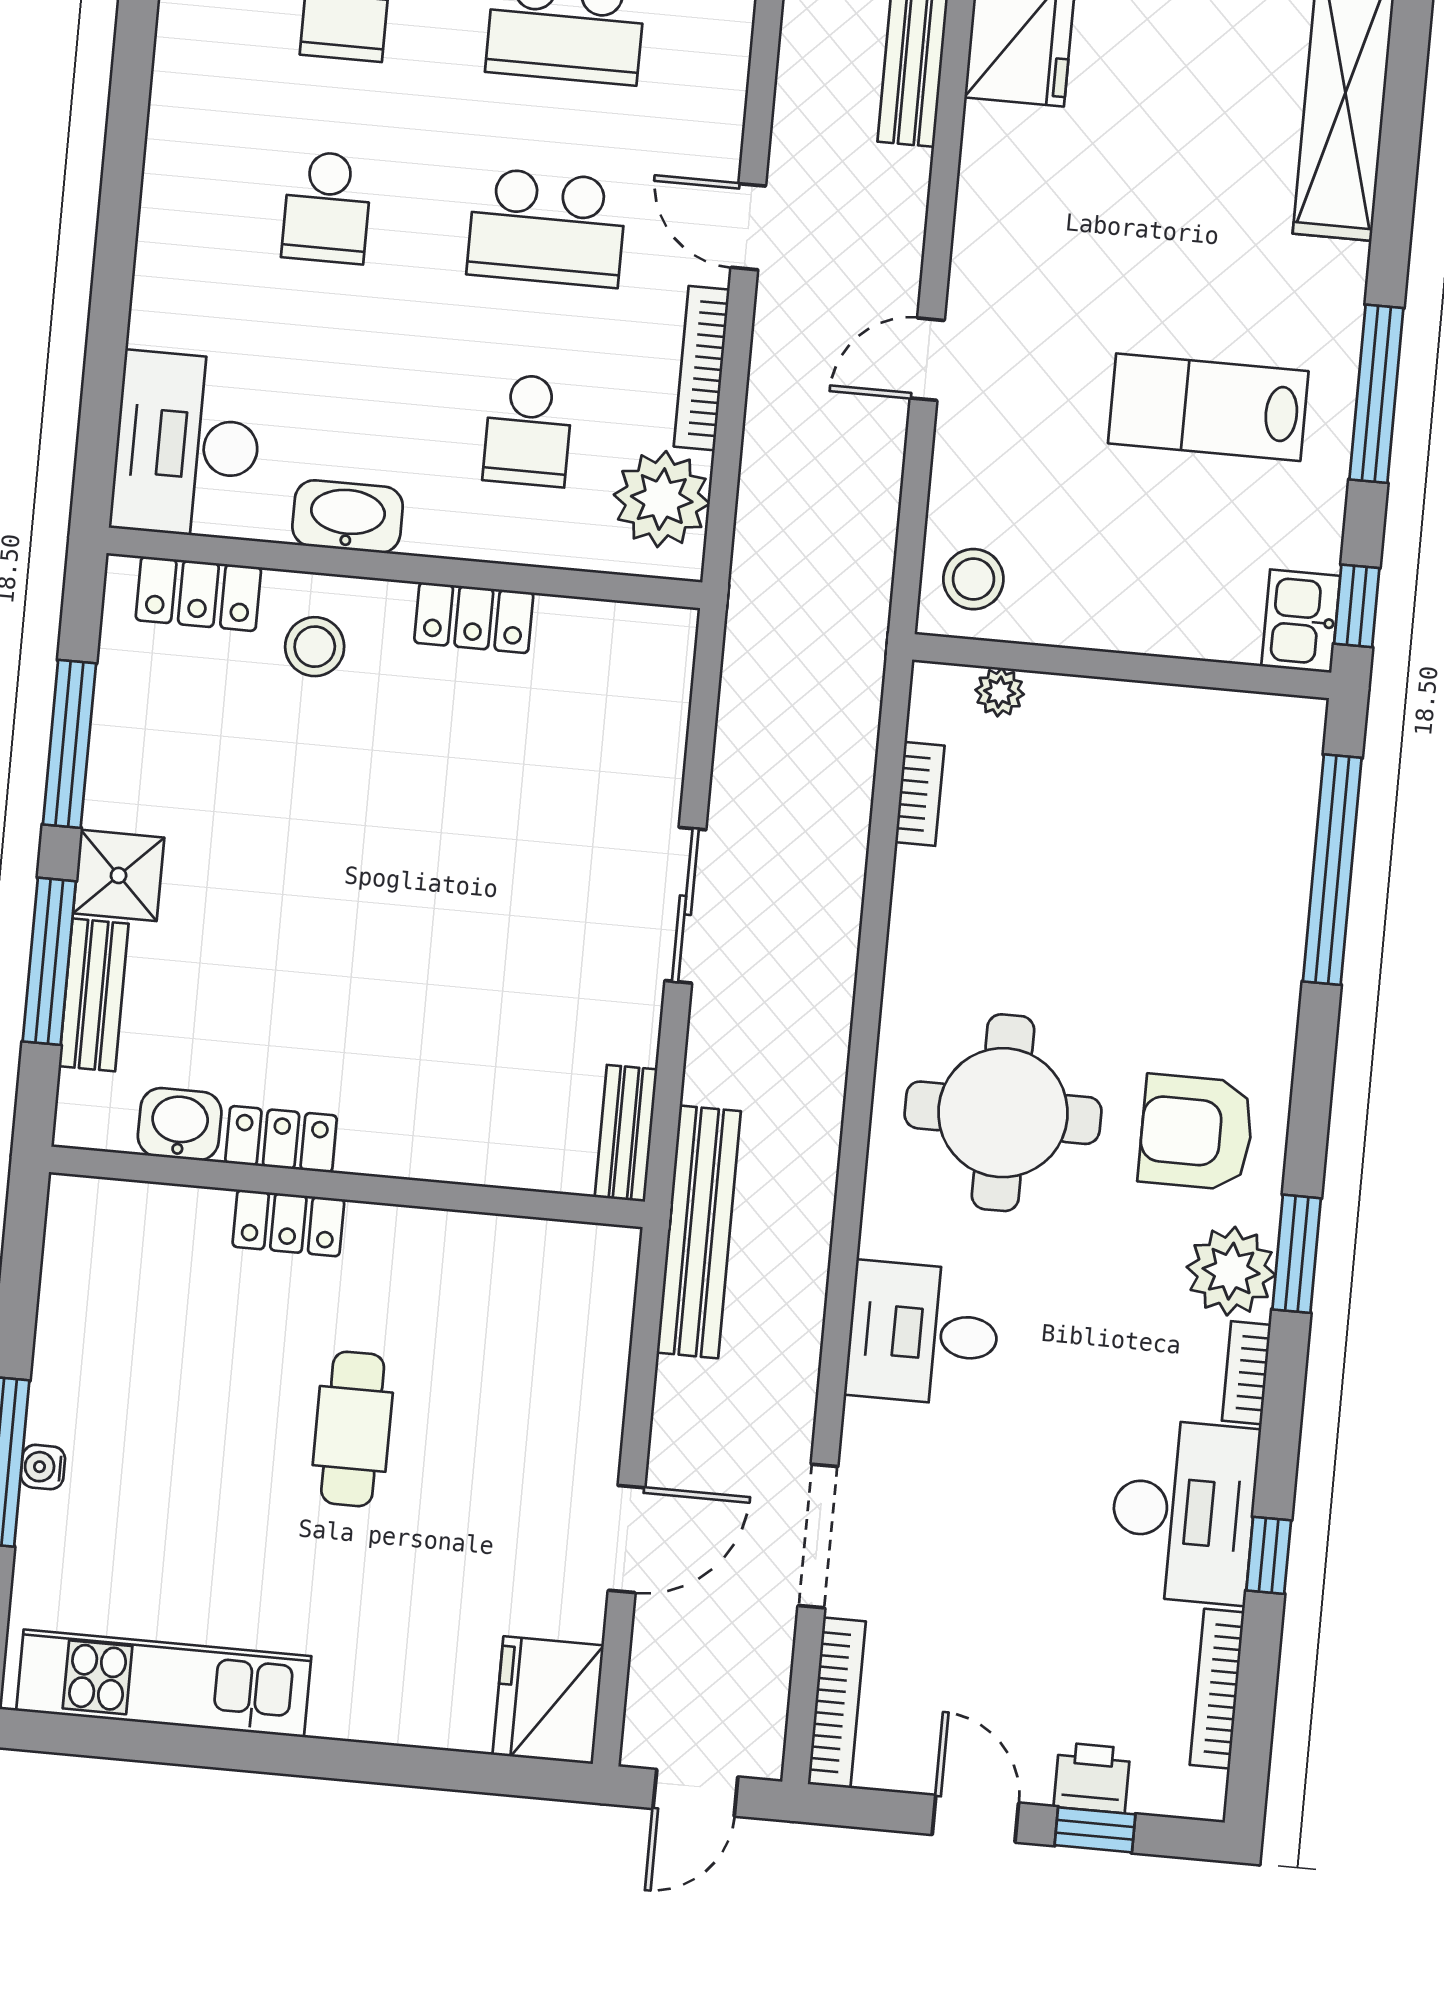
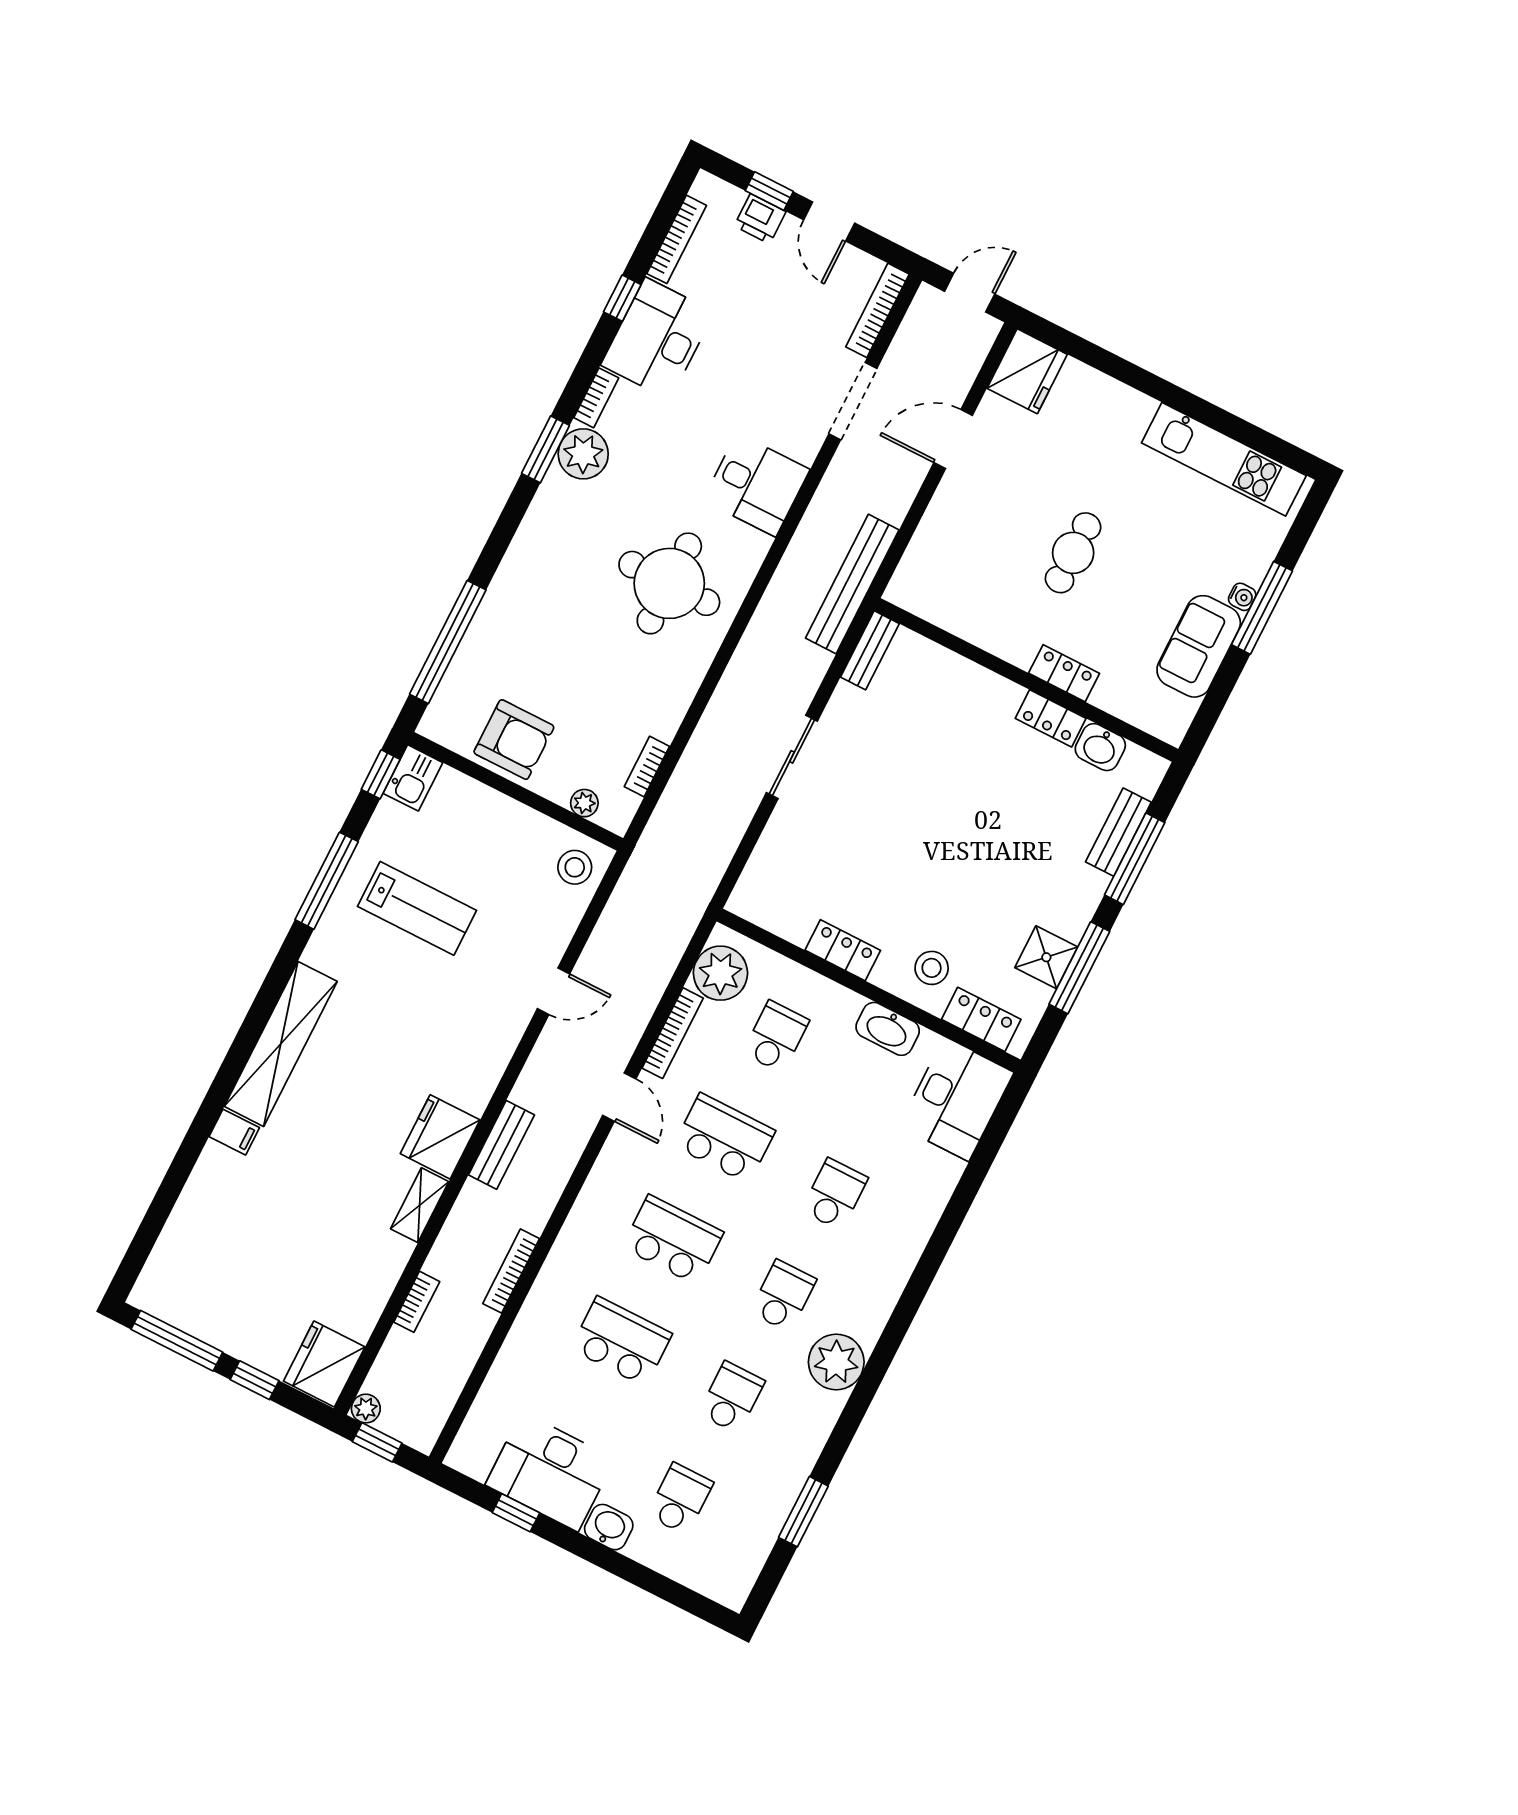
shower: (119, 875) -> (1046, 957), moved
armchair: (1196, 1132) -> (514, 740), moved
sofa: (83, 1356) -> (1199, 646), added

